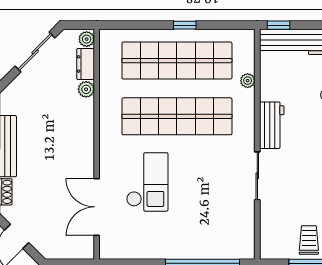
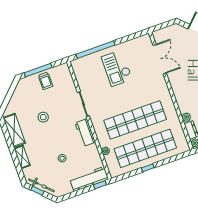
checkout: (147, 182) -> (117, 68), moved

